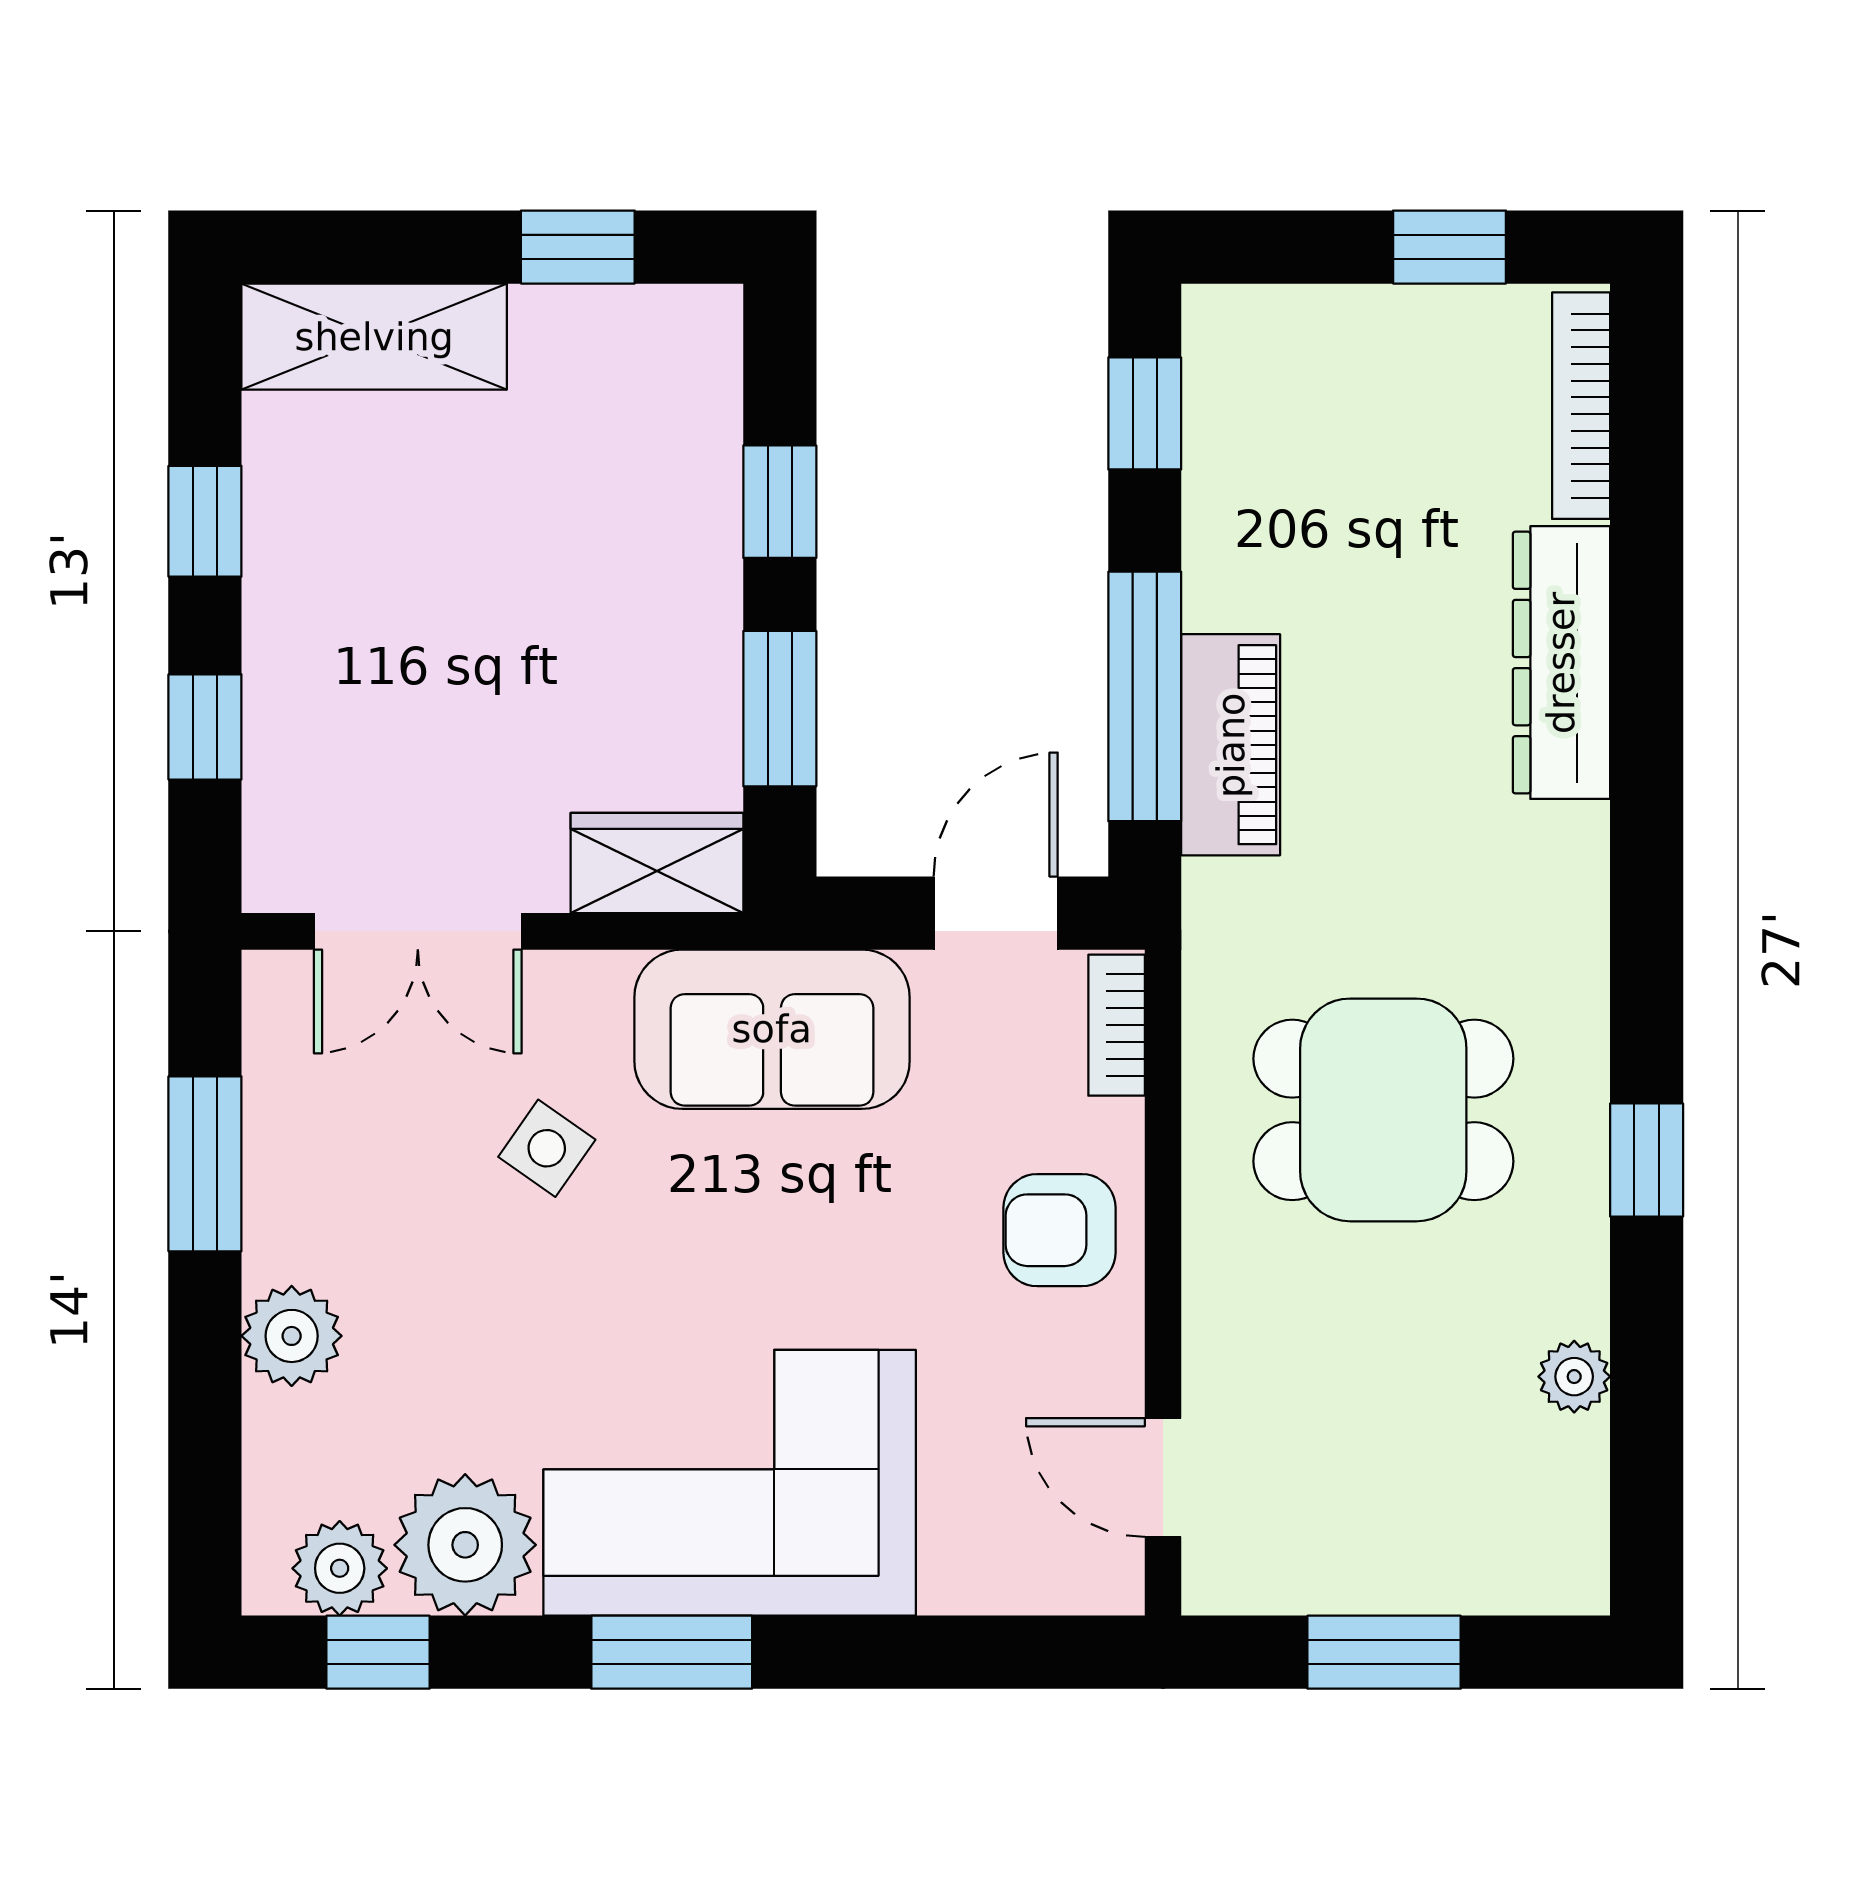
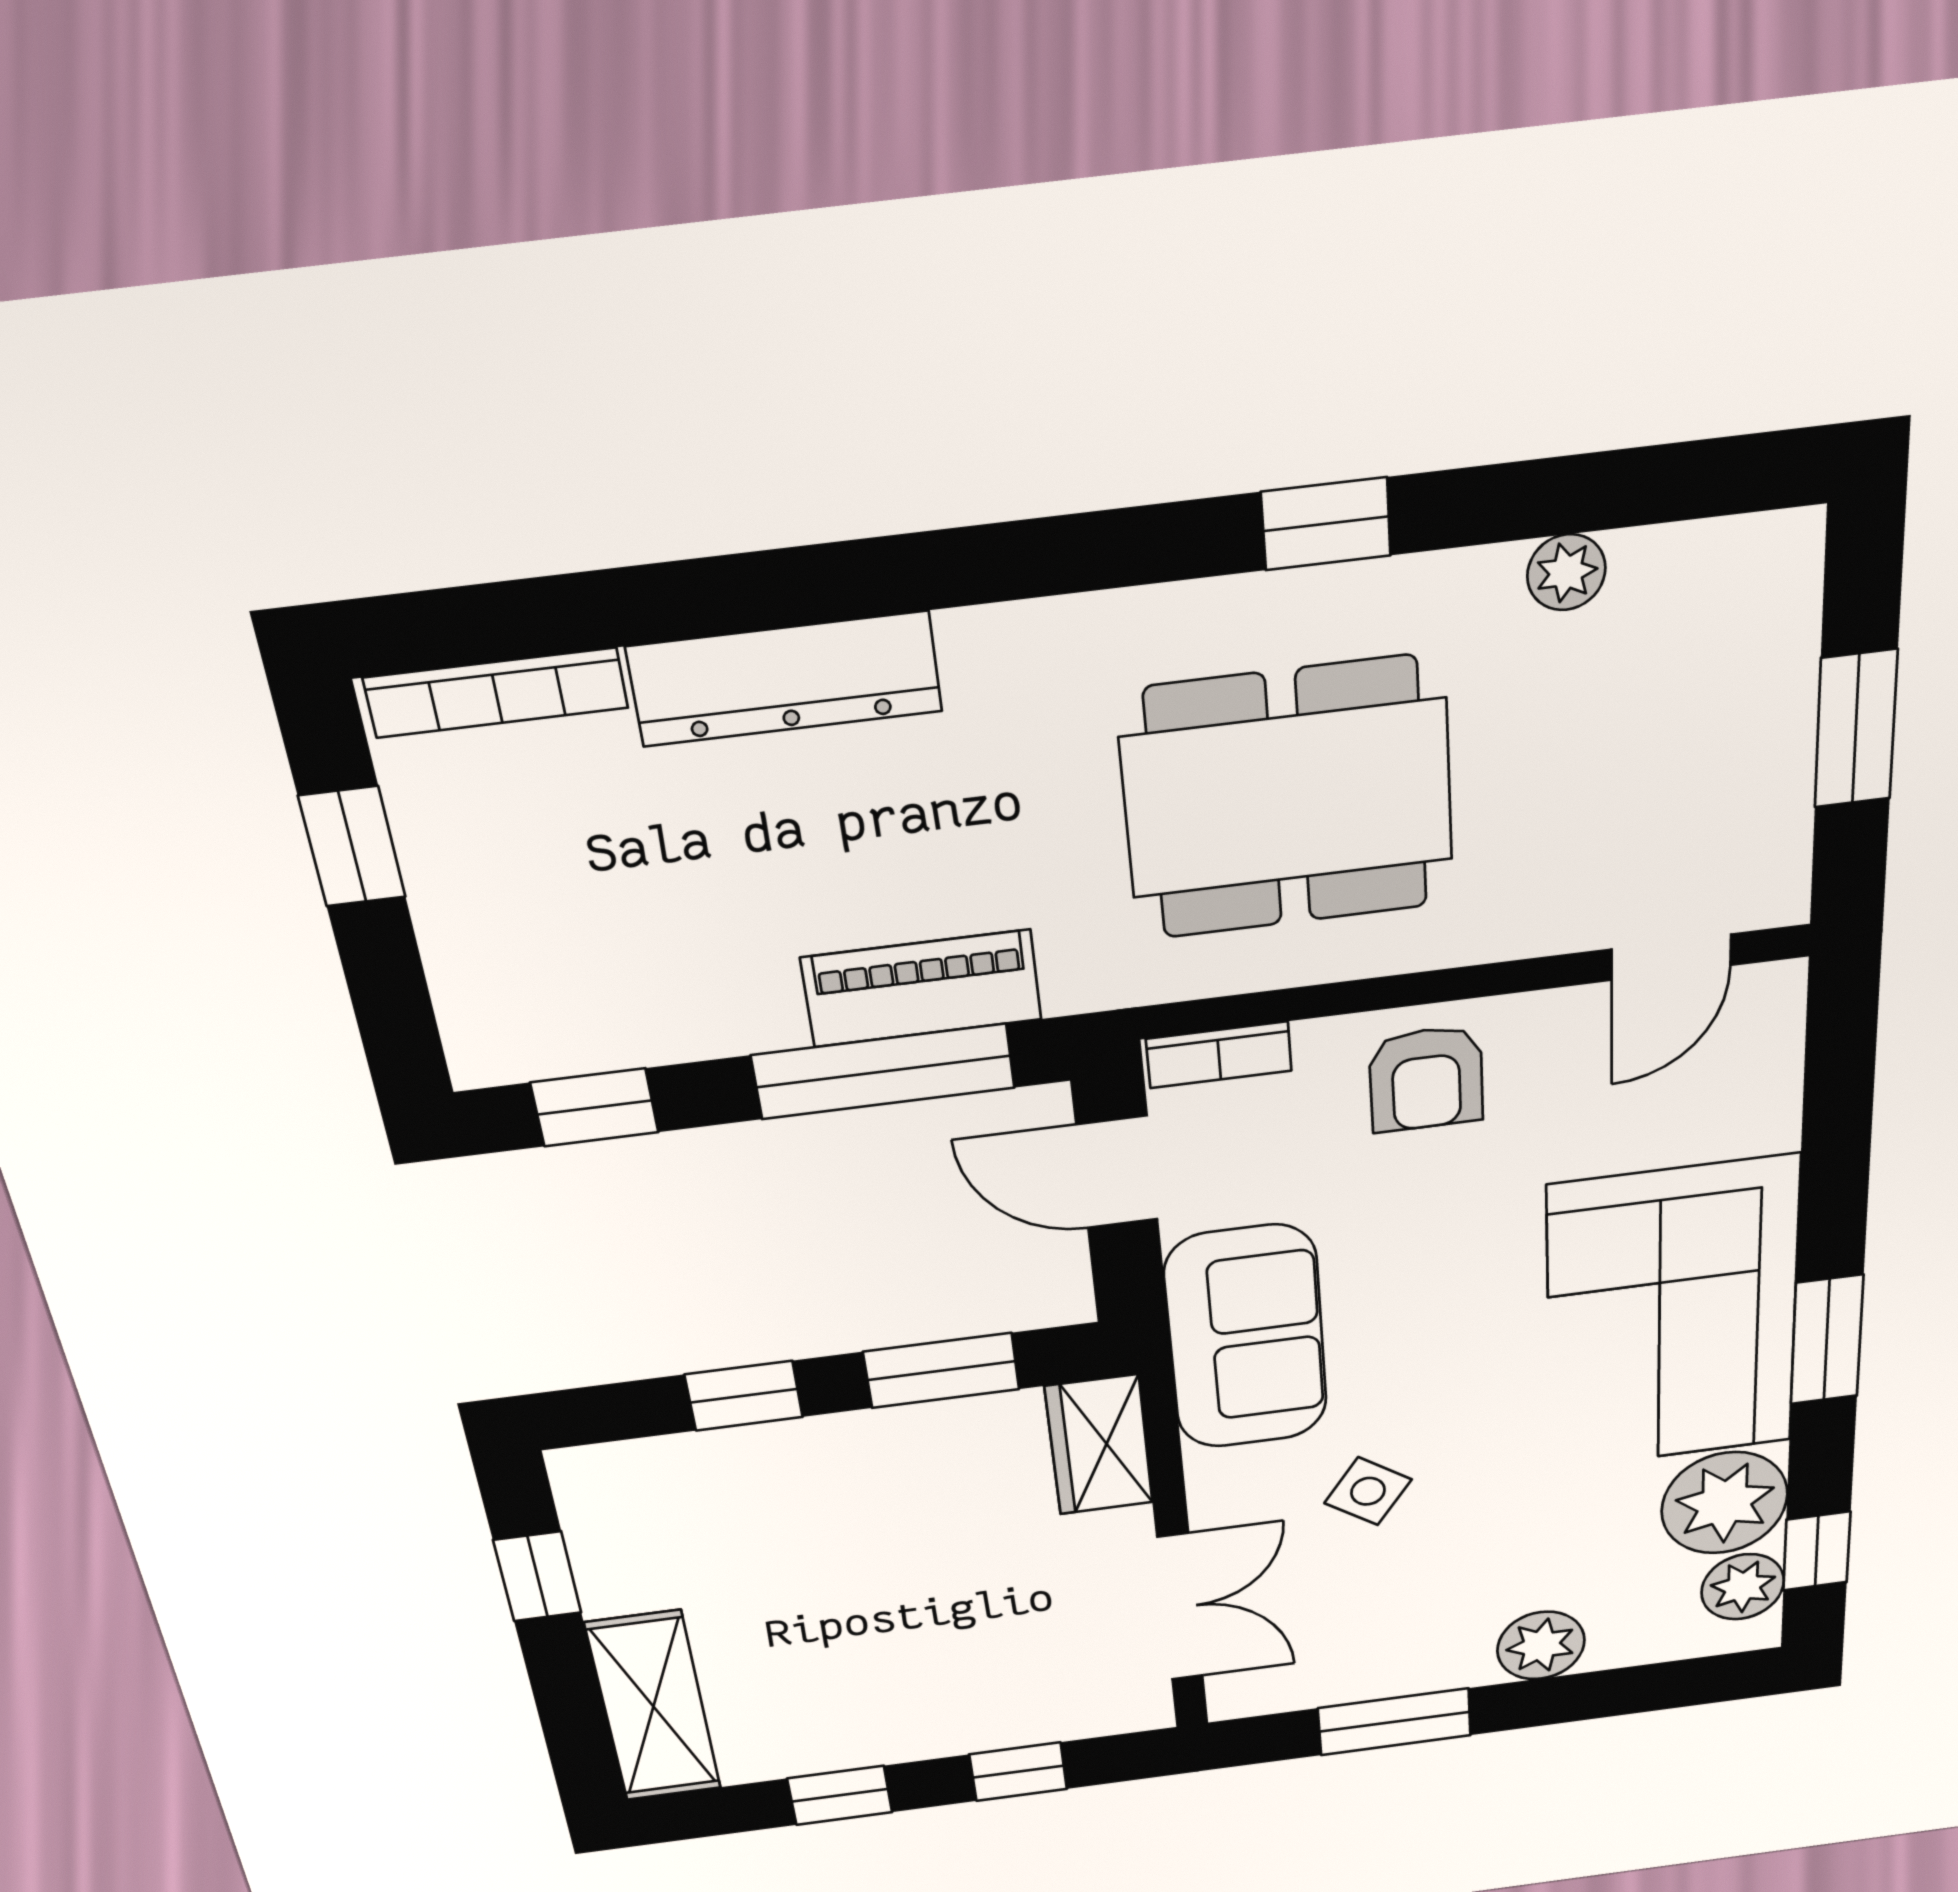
dining table: (1383, 1110) -> (1288, 799), width x1.38

